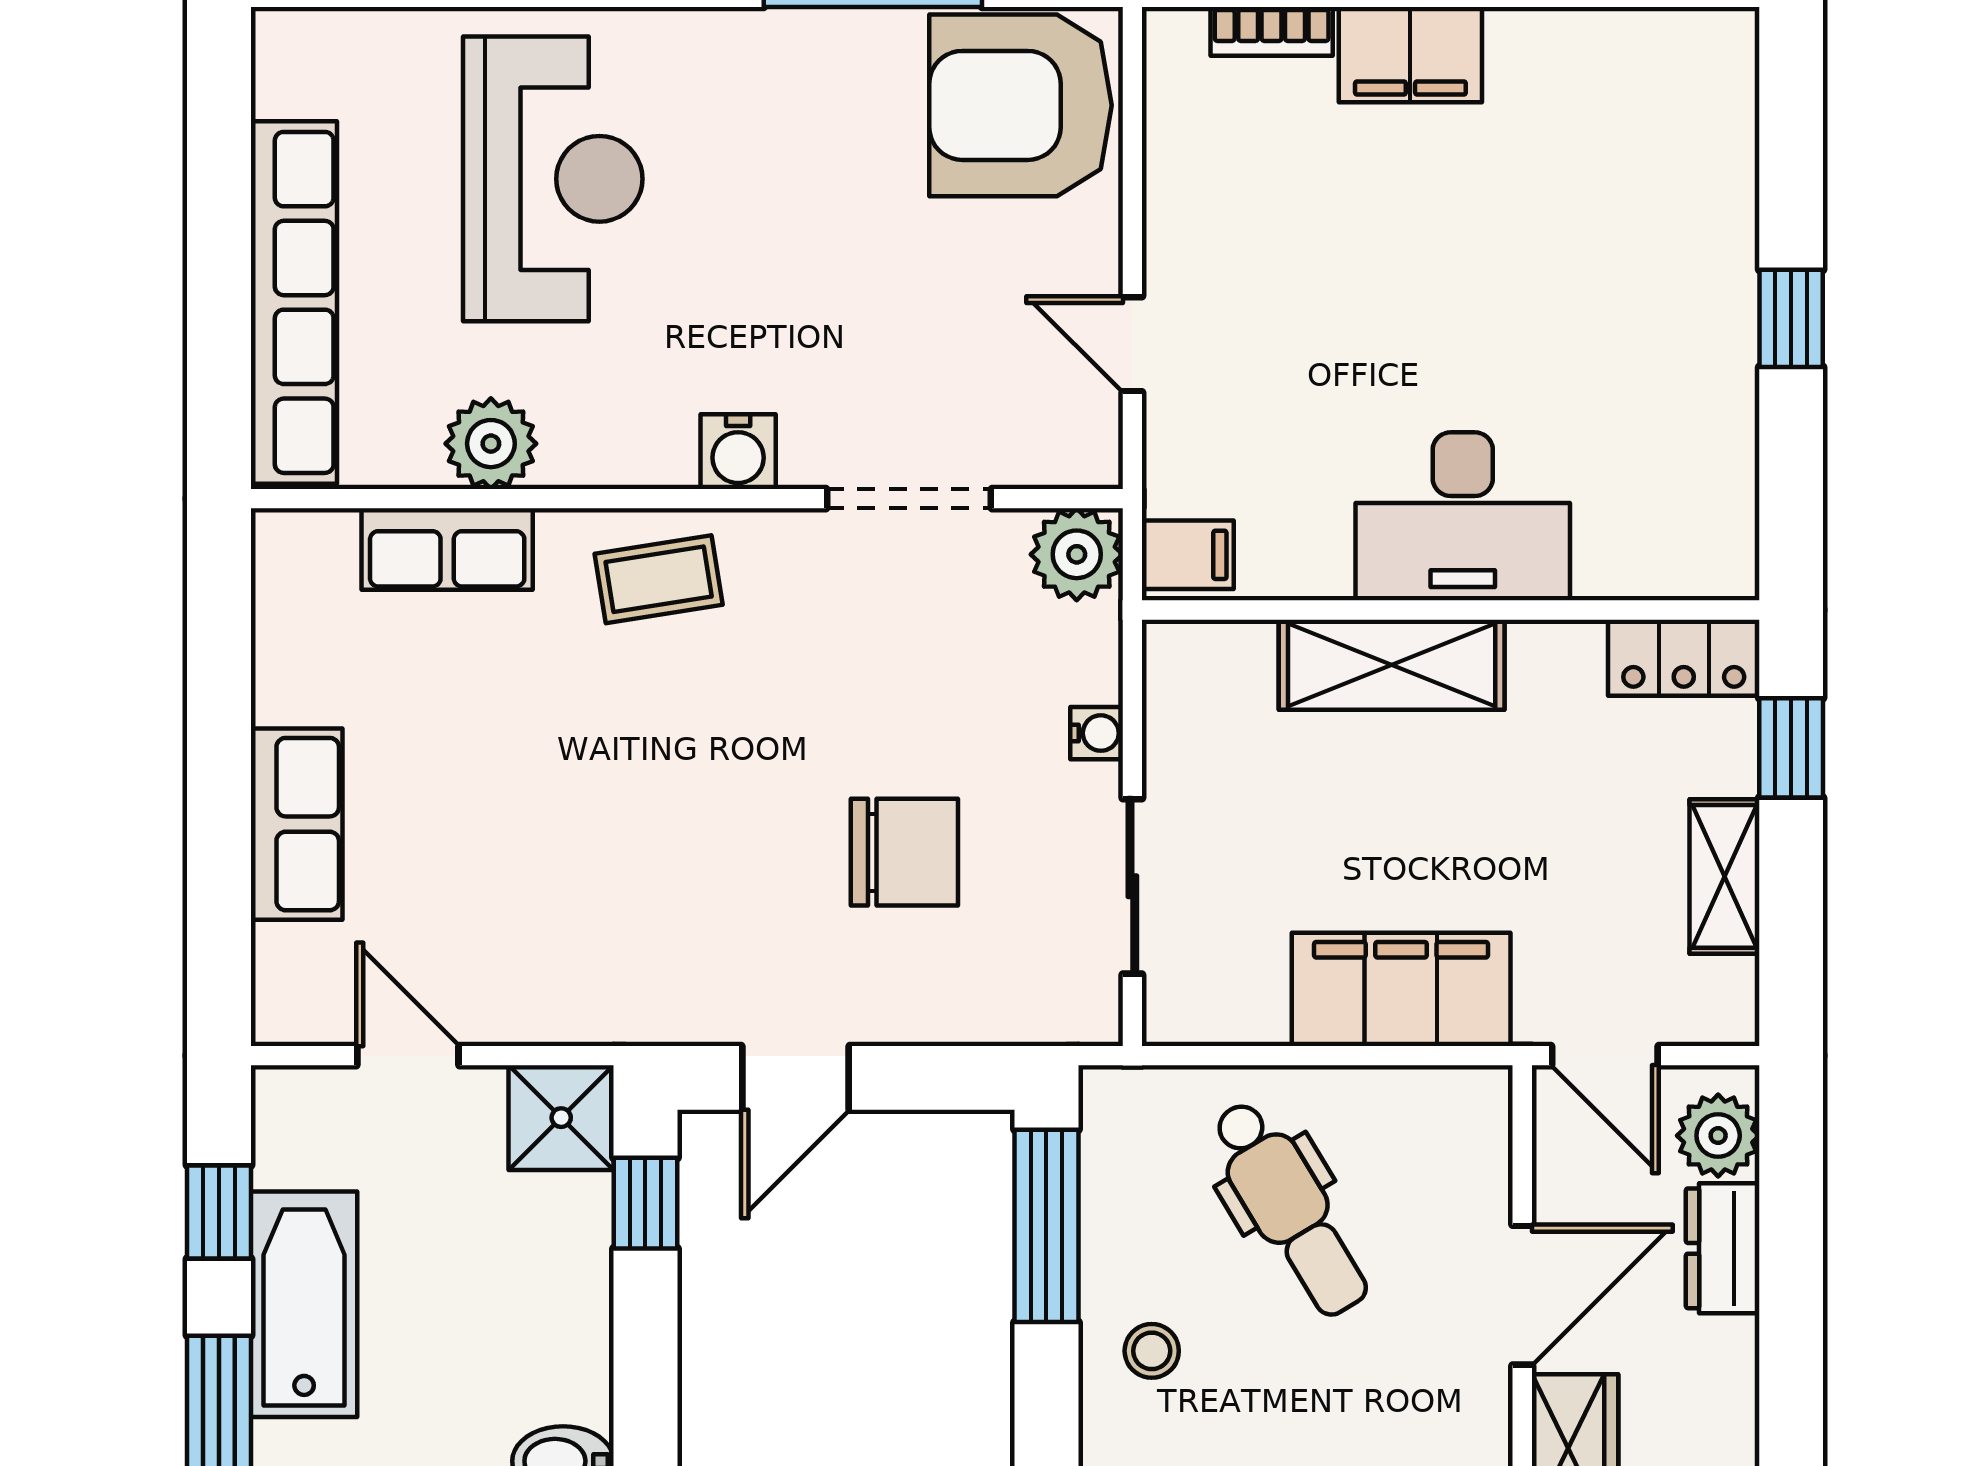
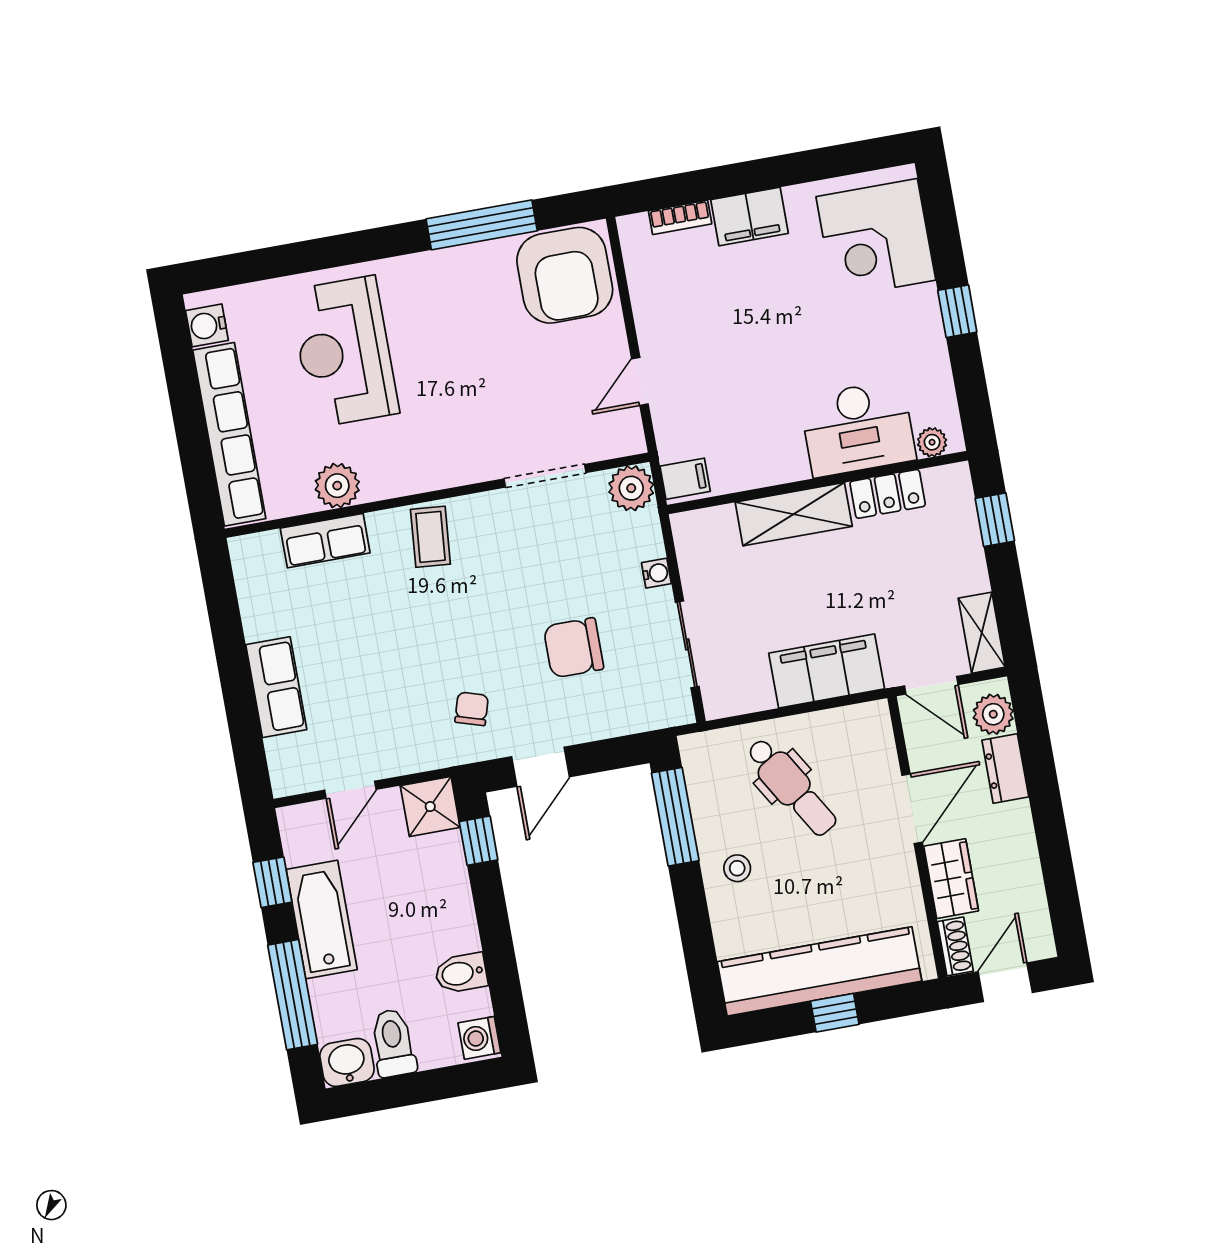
armchair: (1020, 105) -> (565, 275), turned -90
corner desk: (1655, 144) -> (876, 238), added
reception desk: (553, 179) -> (344, 352), turned 180
door: (1132, 344) -> (640, 381), hinge flipped
water cooler: (738, 452) -> (207, 325), moved, turned 90
desk: (1463, 516) -> (858, 428), moved
plant: (1694, 571) -> (932, 442), added
coffee table: (659, 579) -> (430, 537), turned -76
locker: (1684, 658) -> (888, 494), moved
chair: (904, 852) -> (574, 648), turned 180
shelving: (1724, 876) -> (982, 633), moved
chair: (679, 937) -> (472, 709), added
door: (408, 1056) -> (350, 790), swing flipped

